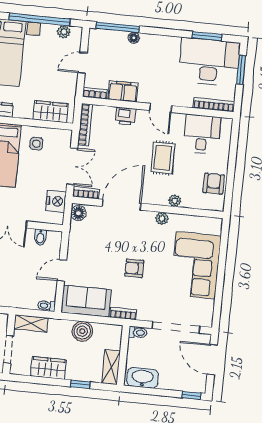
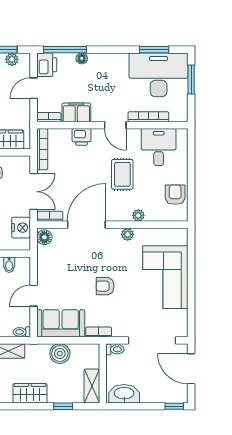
printer: (98, 41) -> (47, 65), added
bookcase: (214, 105) -> (148, 117), moved

